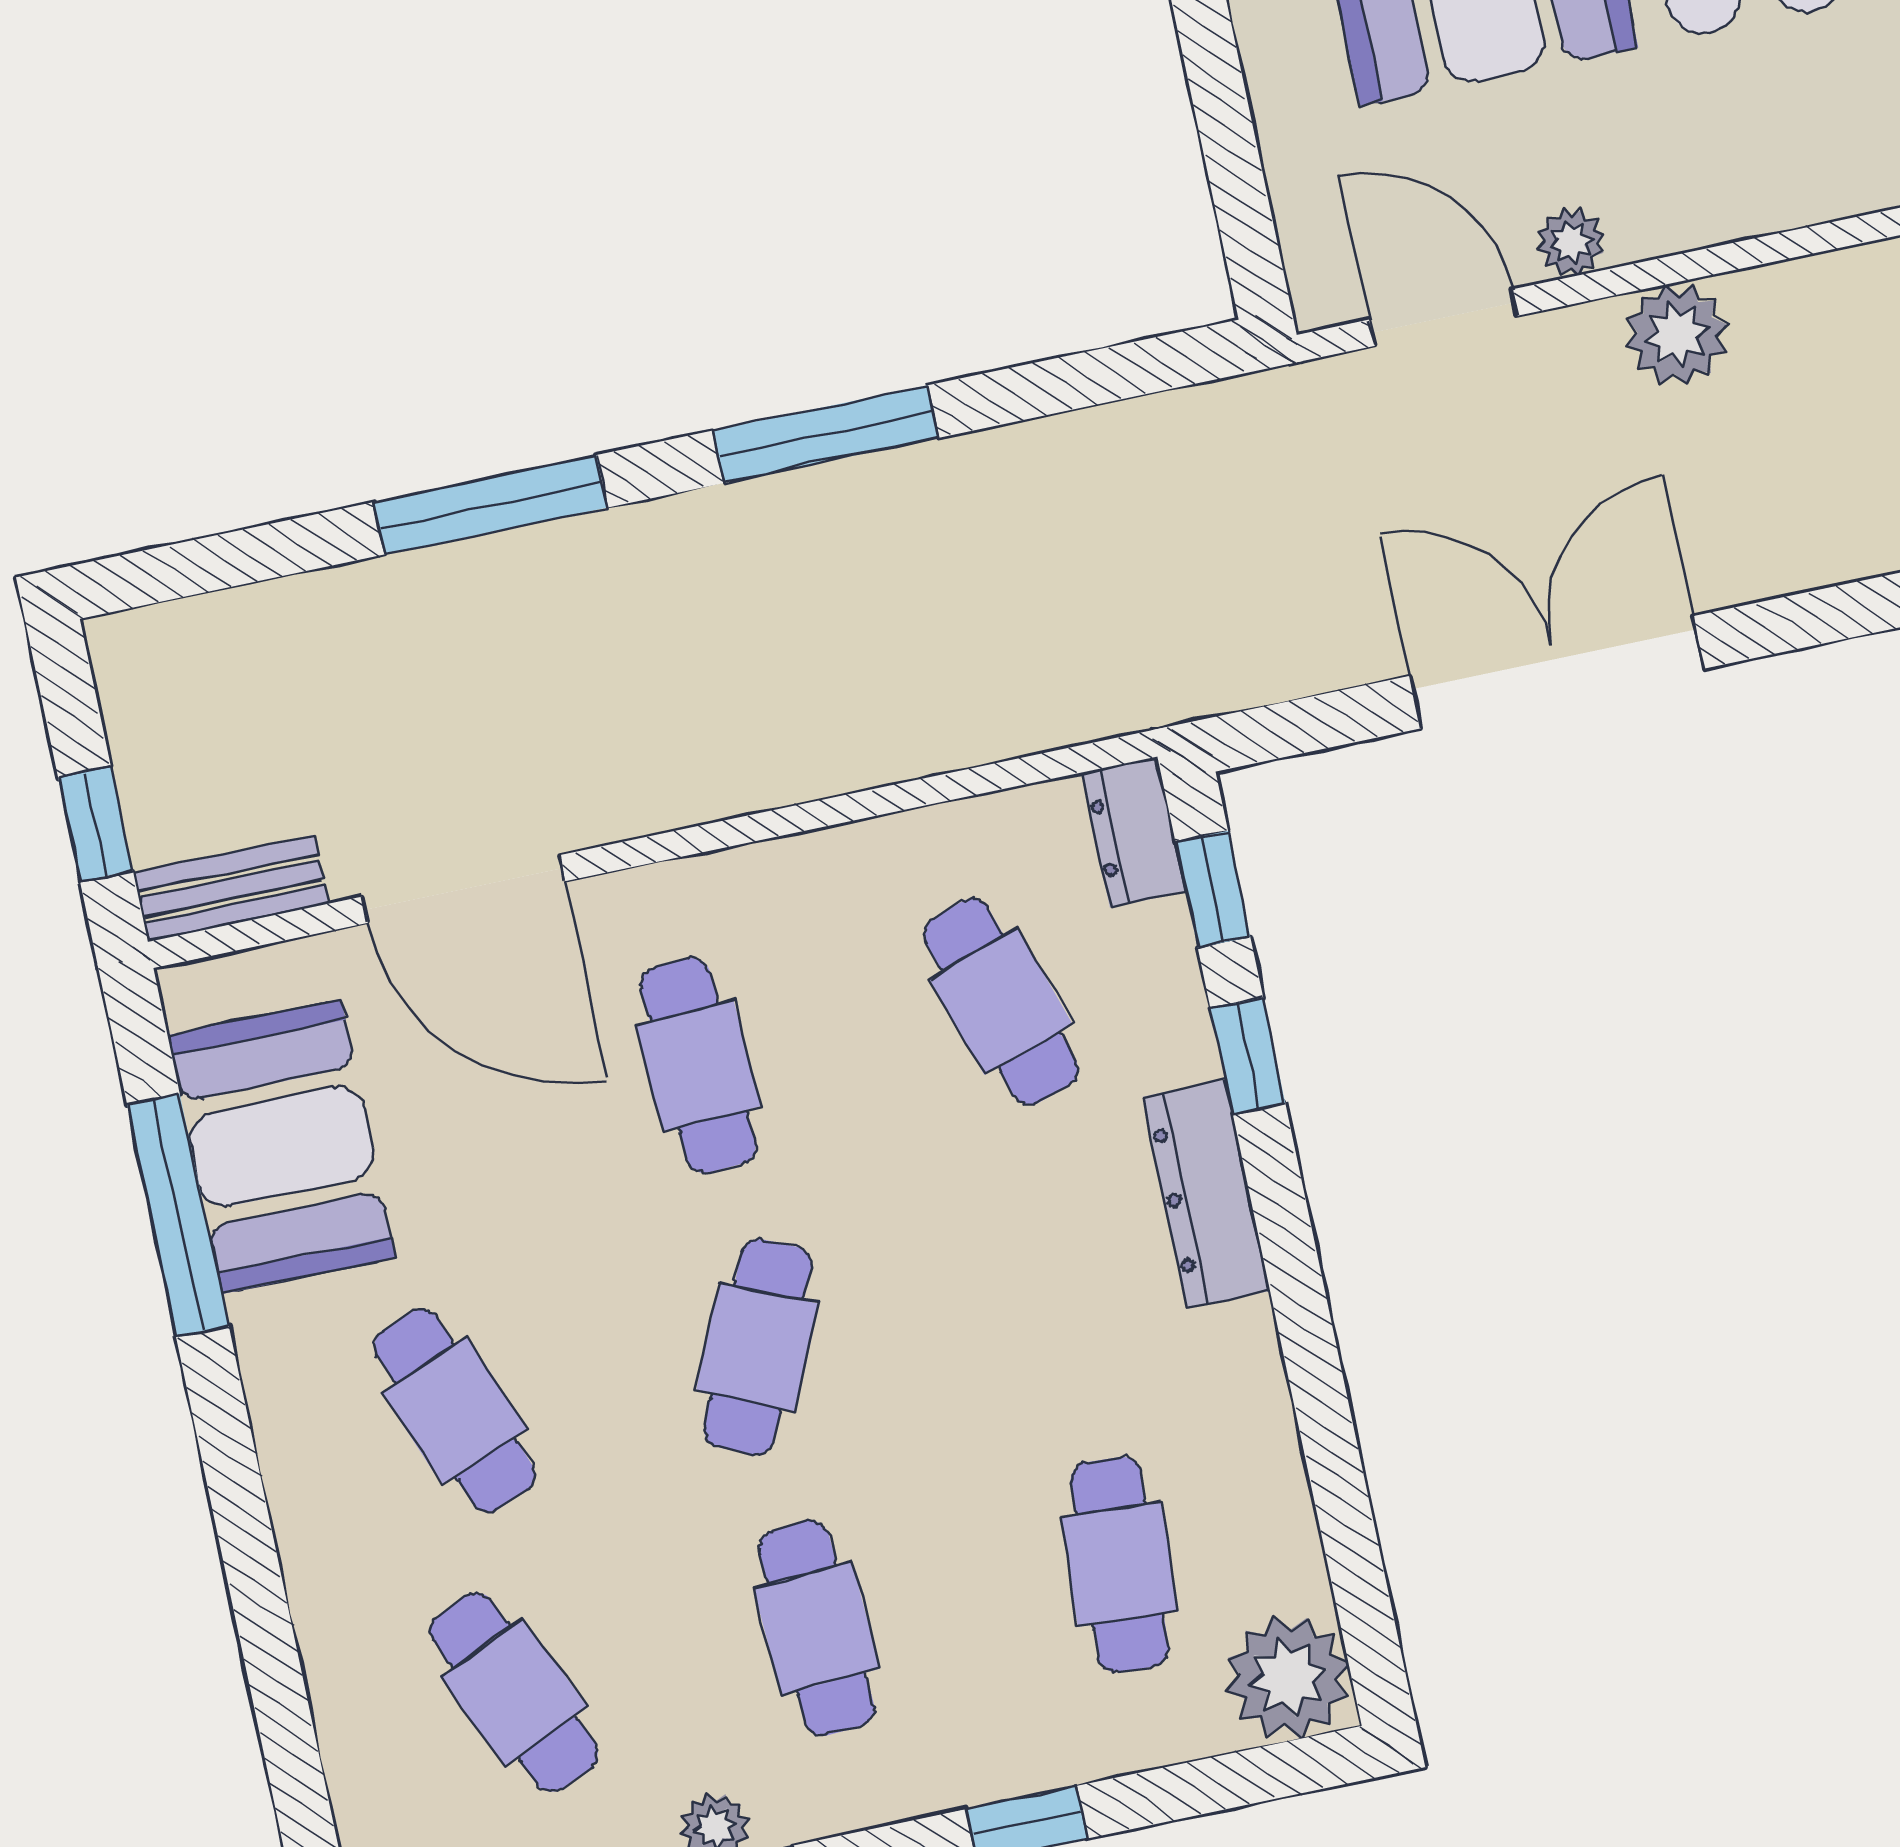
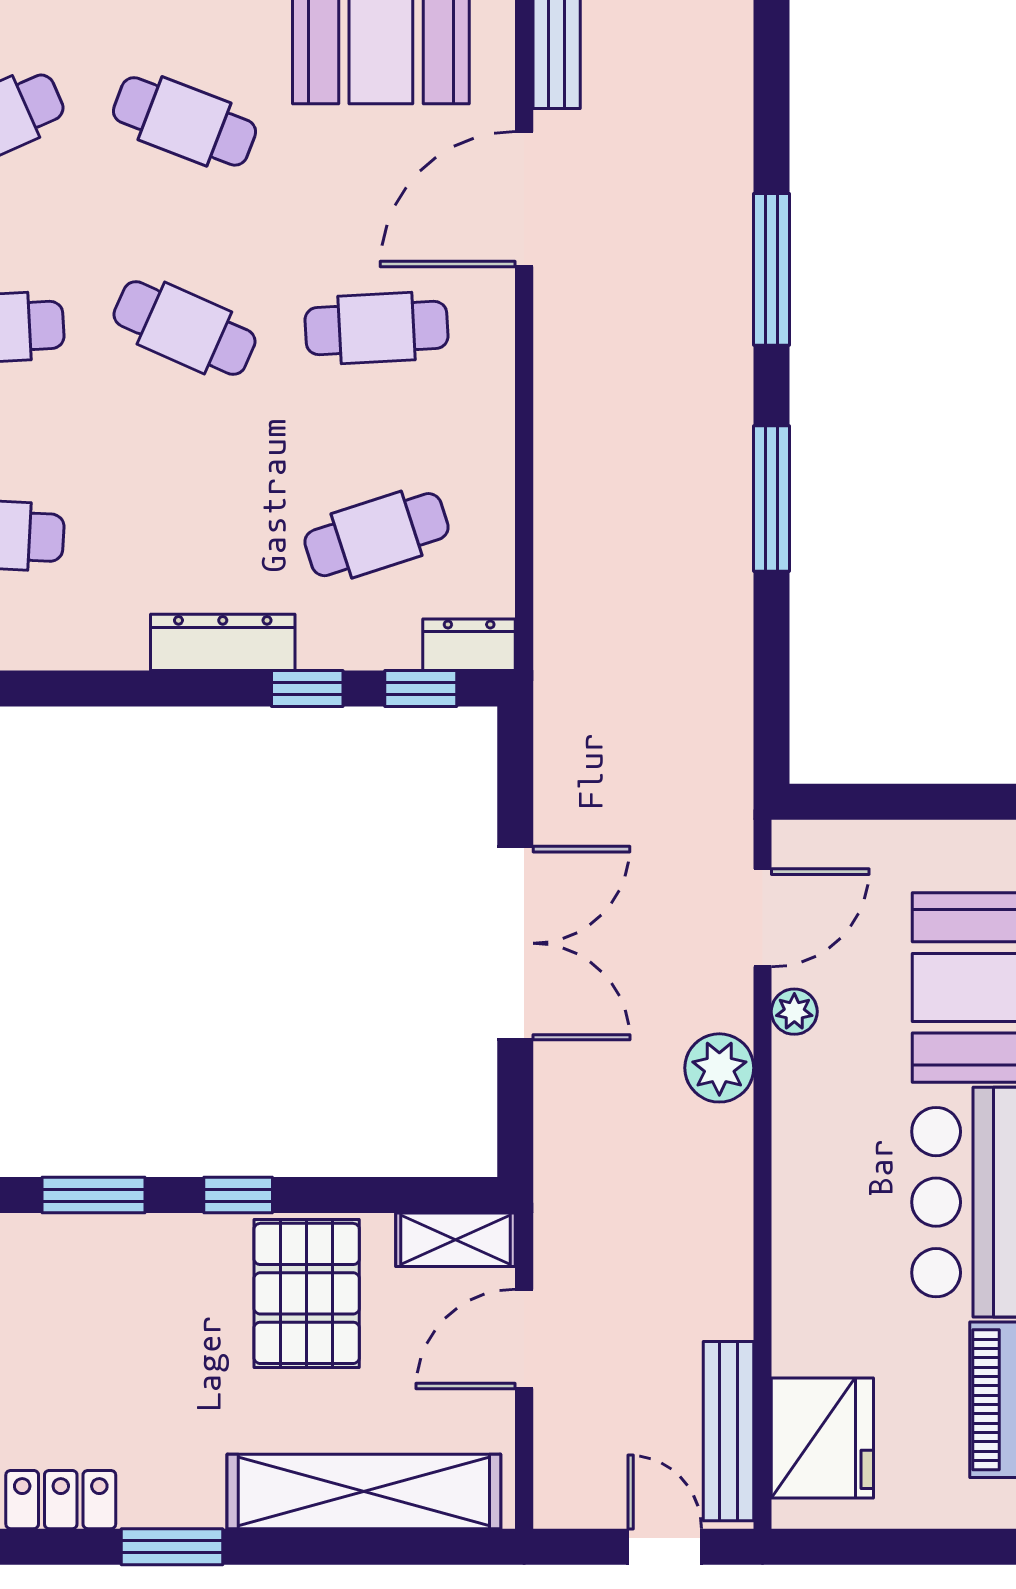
cafe table: (455, 1411) -> (184, 121), turned 42

